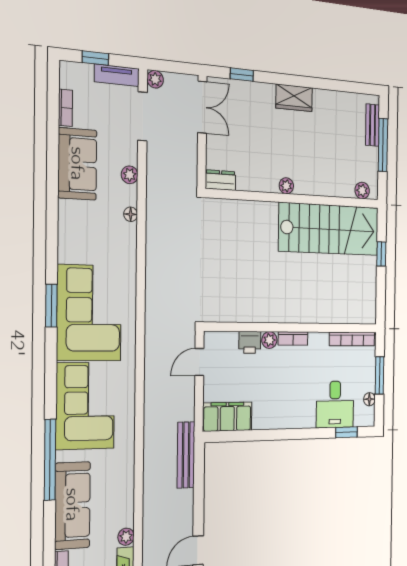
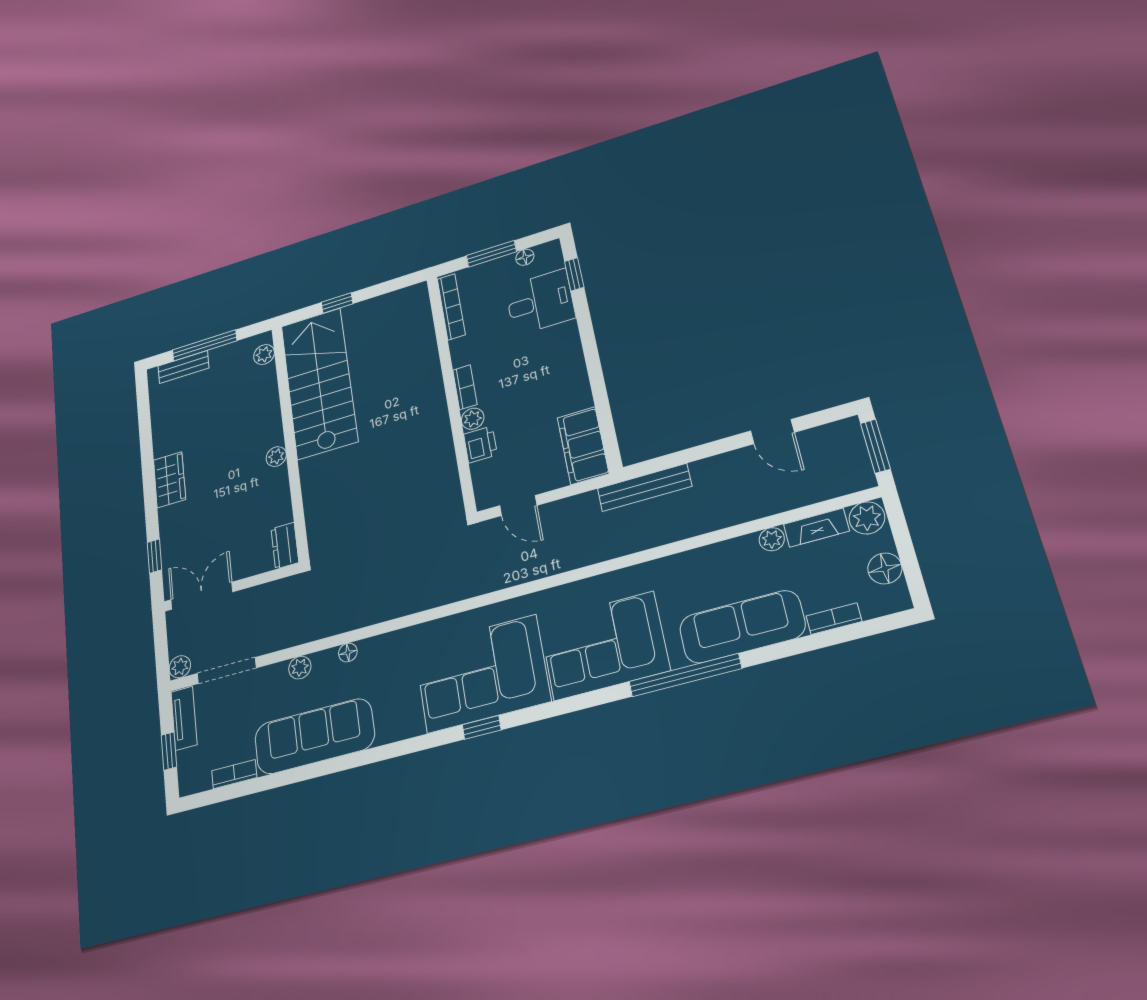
sofa: (77, 164) -> (314, 736), width x1.36
window: (51, 306) -> (482, 727), width x0.67

